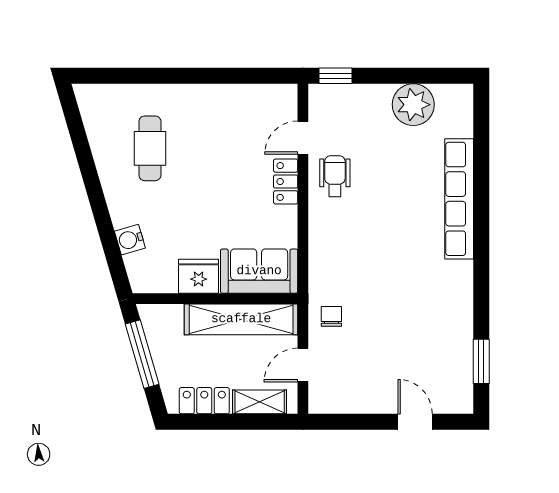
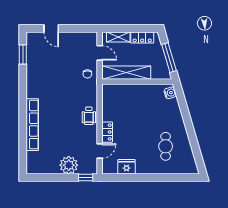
plant: (413, 105) -> (69, 165), moved
wheelchair: (335, 176) -> (89, 116), moved
water cooler: (130, 240) -> (170, 93), moved
sofa: (259, 271) -> (119, 93), removed
fridge: (199, 276) -> (126, 167), moved, turned 180
door: (303, 365) -> (100, 53), hinge flipped

